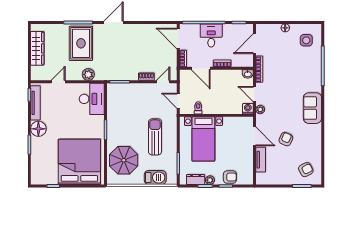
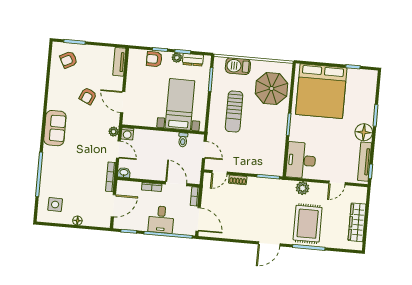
tv unit: (261, 160) -> (119, 62), moved

